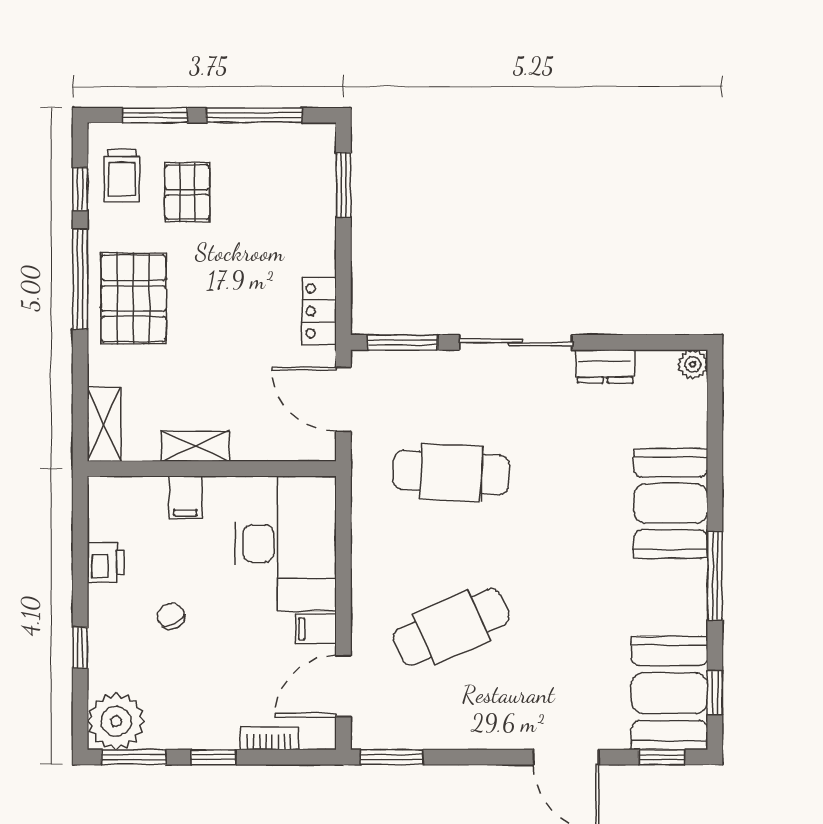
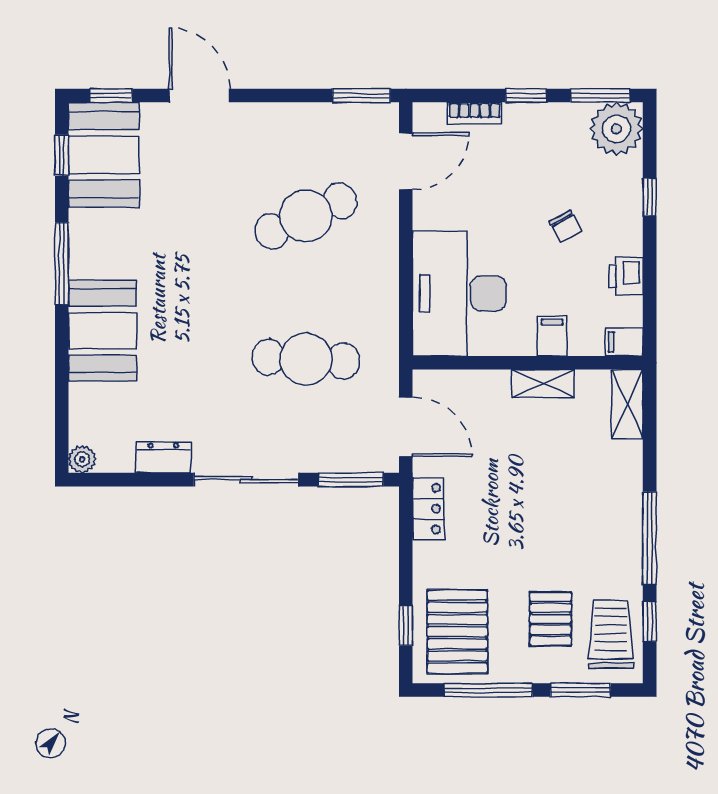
trolley: (122, 176) -> (611, 634), width x1.36, depth x1.39
window: (343, 185) -> (406, 625), width x0.67
pallet: (134, 298) -> (457, 632), moved
filing cabinet: (316, 629) -> (624, 342), moved, turned 180

